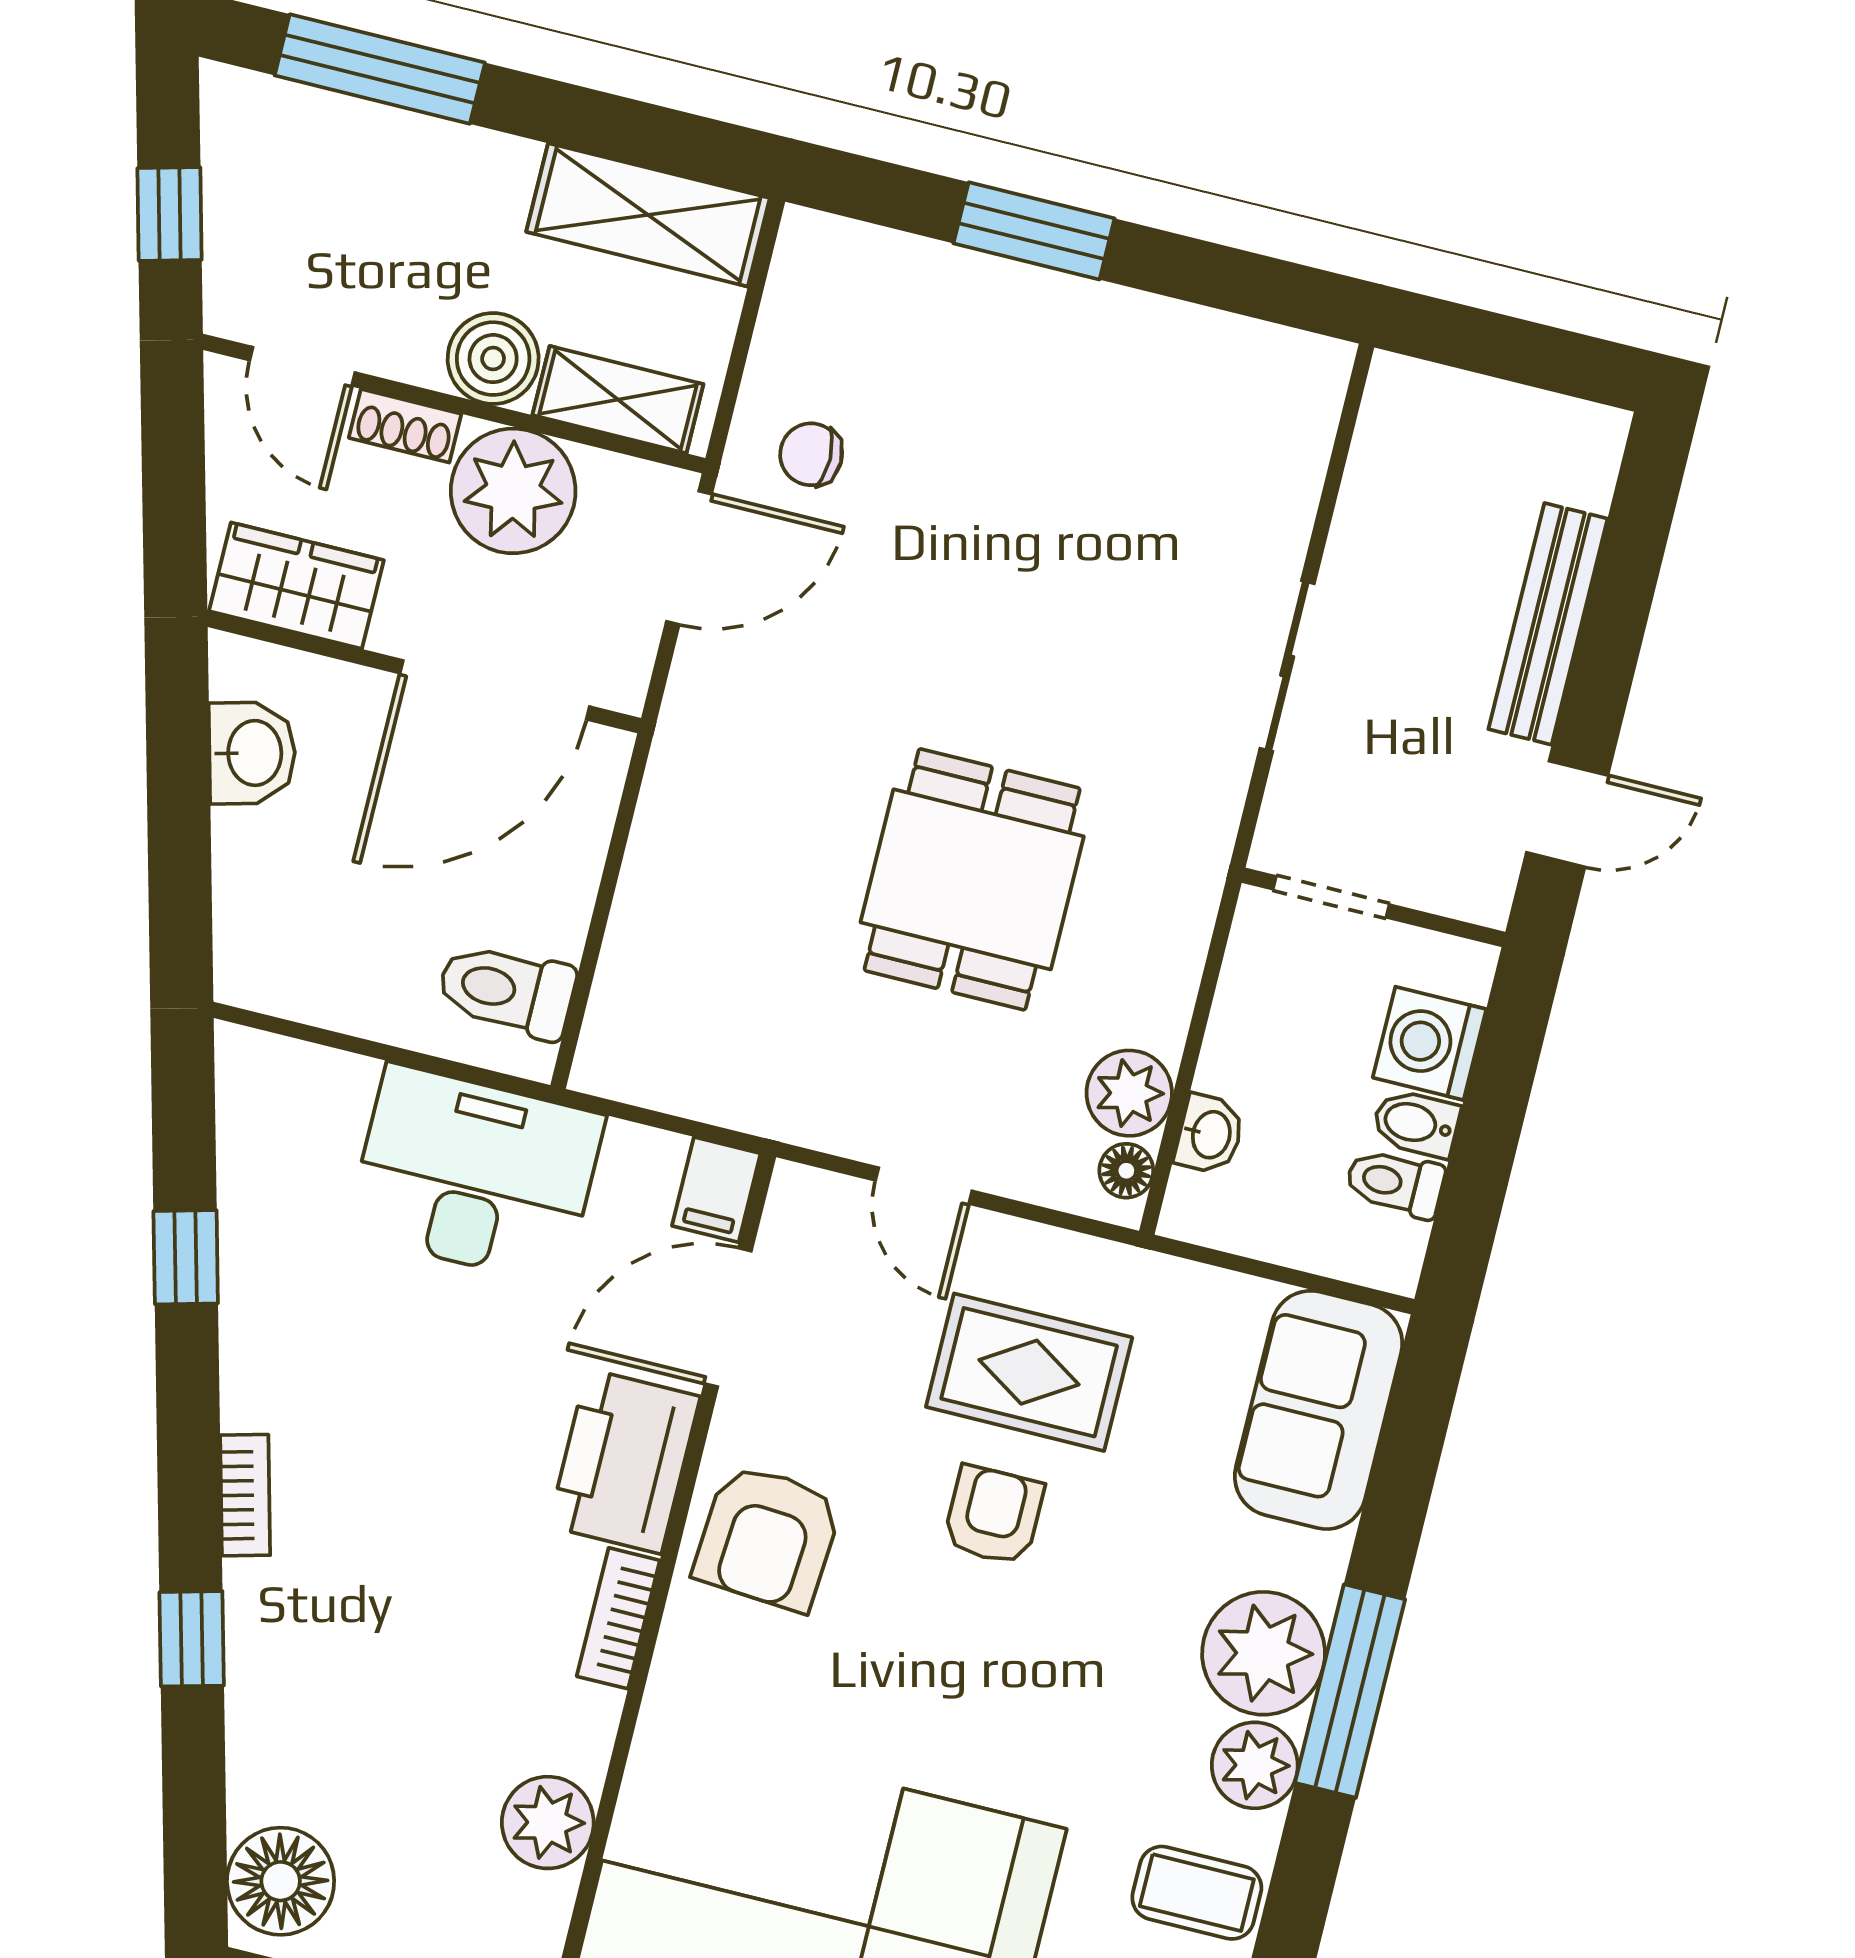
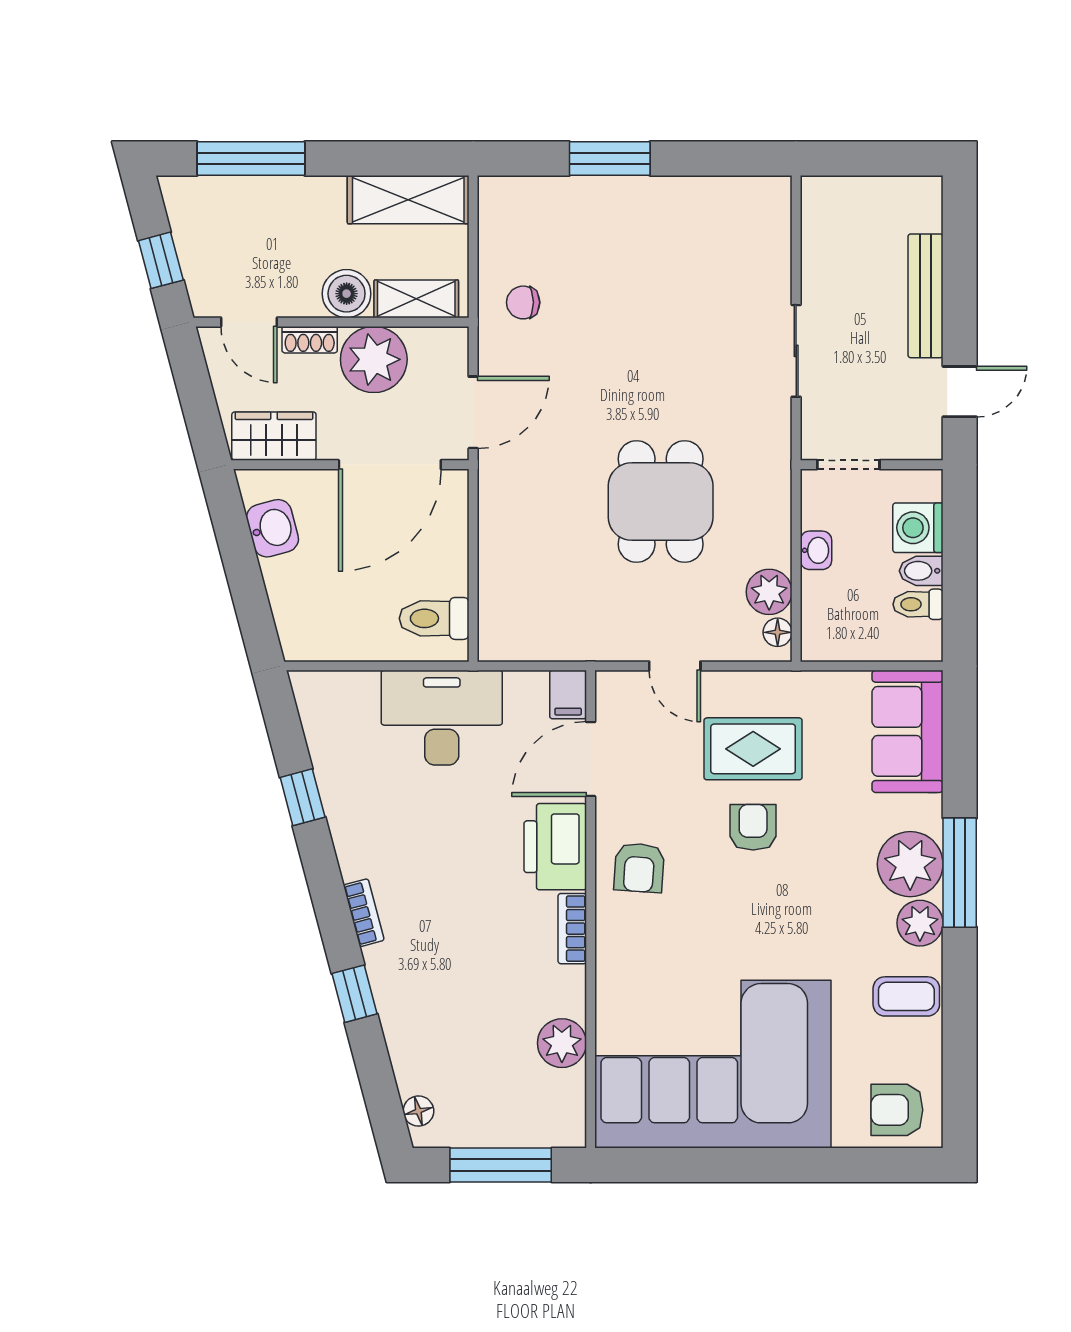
door: (689, 558) -> (473, 412), moved
washbasin: (1210, 1134) -> (816, 550), moved
armchair: (768, 1537) -> (639, 868), width x0.72, depth x0.72
floor lamp: (281, 1881) -> (418, 1111), width x0.53, depth x0.53

